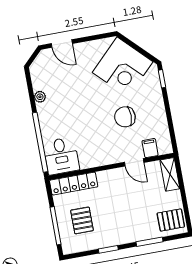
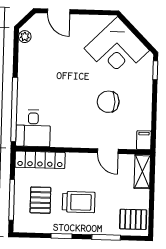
plant: (40, 97) -> (25, 37), moved
filing cabinet: (150, 148) -> (144, 140), moved
trolley: (117, 215) -> (79, 202), added

